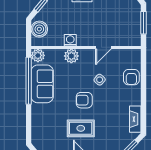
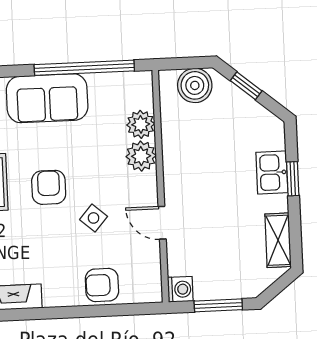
washing machine: (70, 40) -> (180, 289), moved
plant: (38, 55) -> (141, 124), moved
sofa: (42, 84) -> (47, 98), moved

